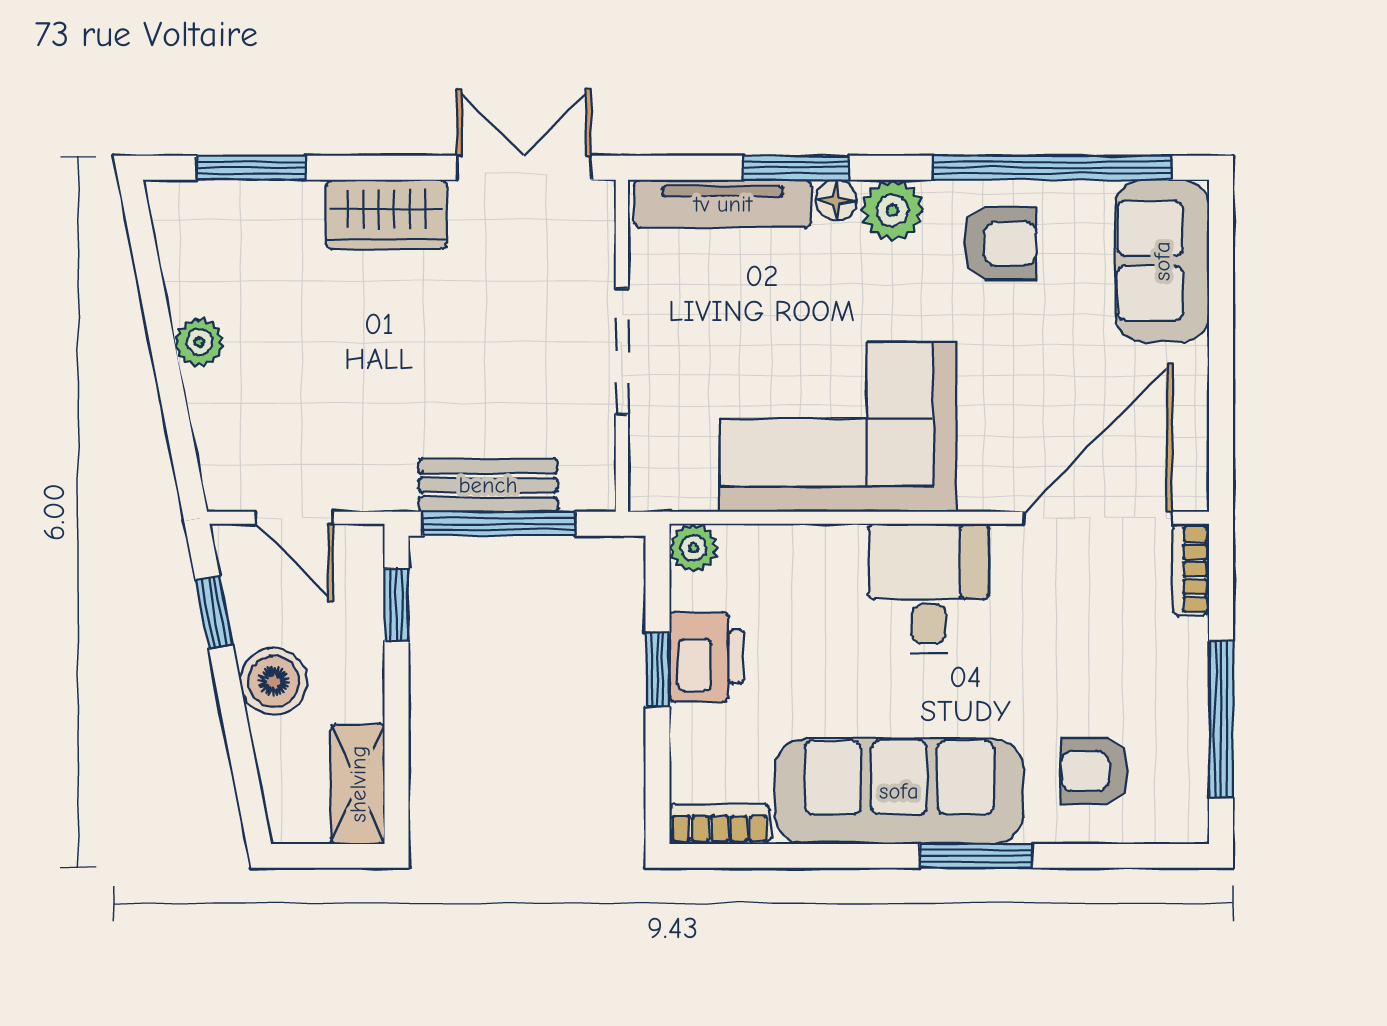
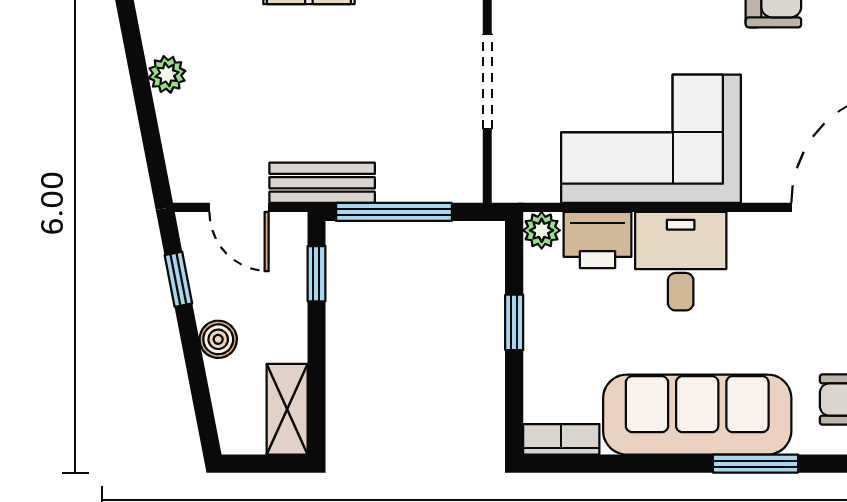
bench: (488, 485) -> (322, 183), moved
desk: (929, 589) -> (681, 261), moved
printer: (706, 657) -> (597, 240), moved, turned 90
boiler: (274, 681) -> (218, 339), width x0.73, depth x0.73

